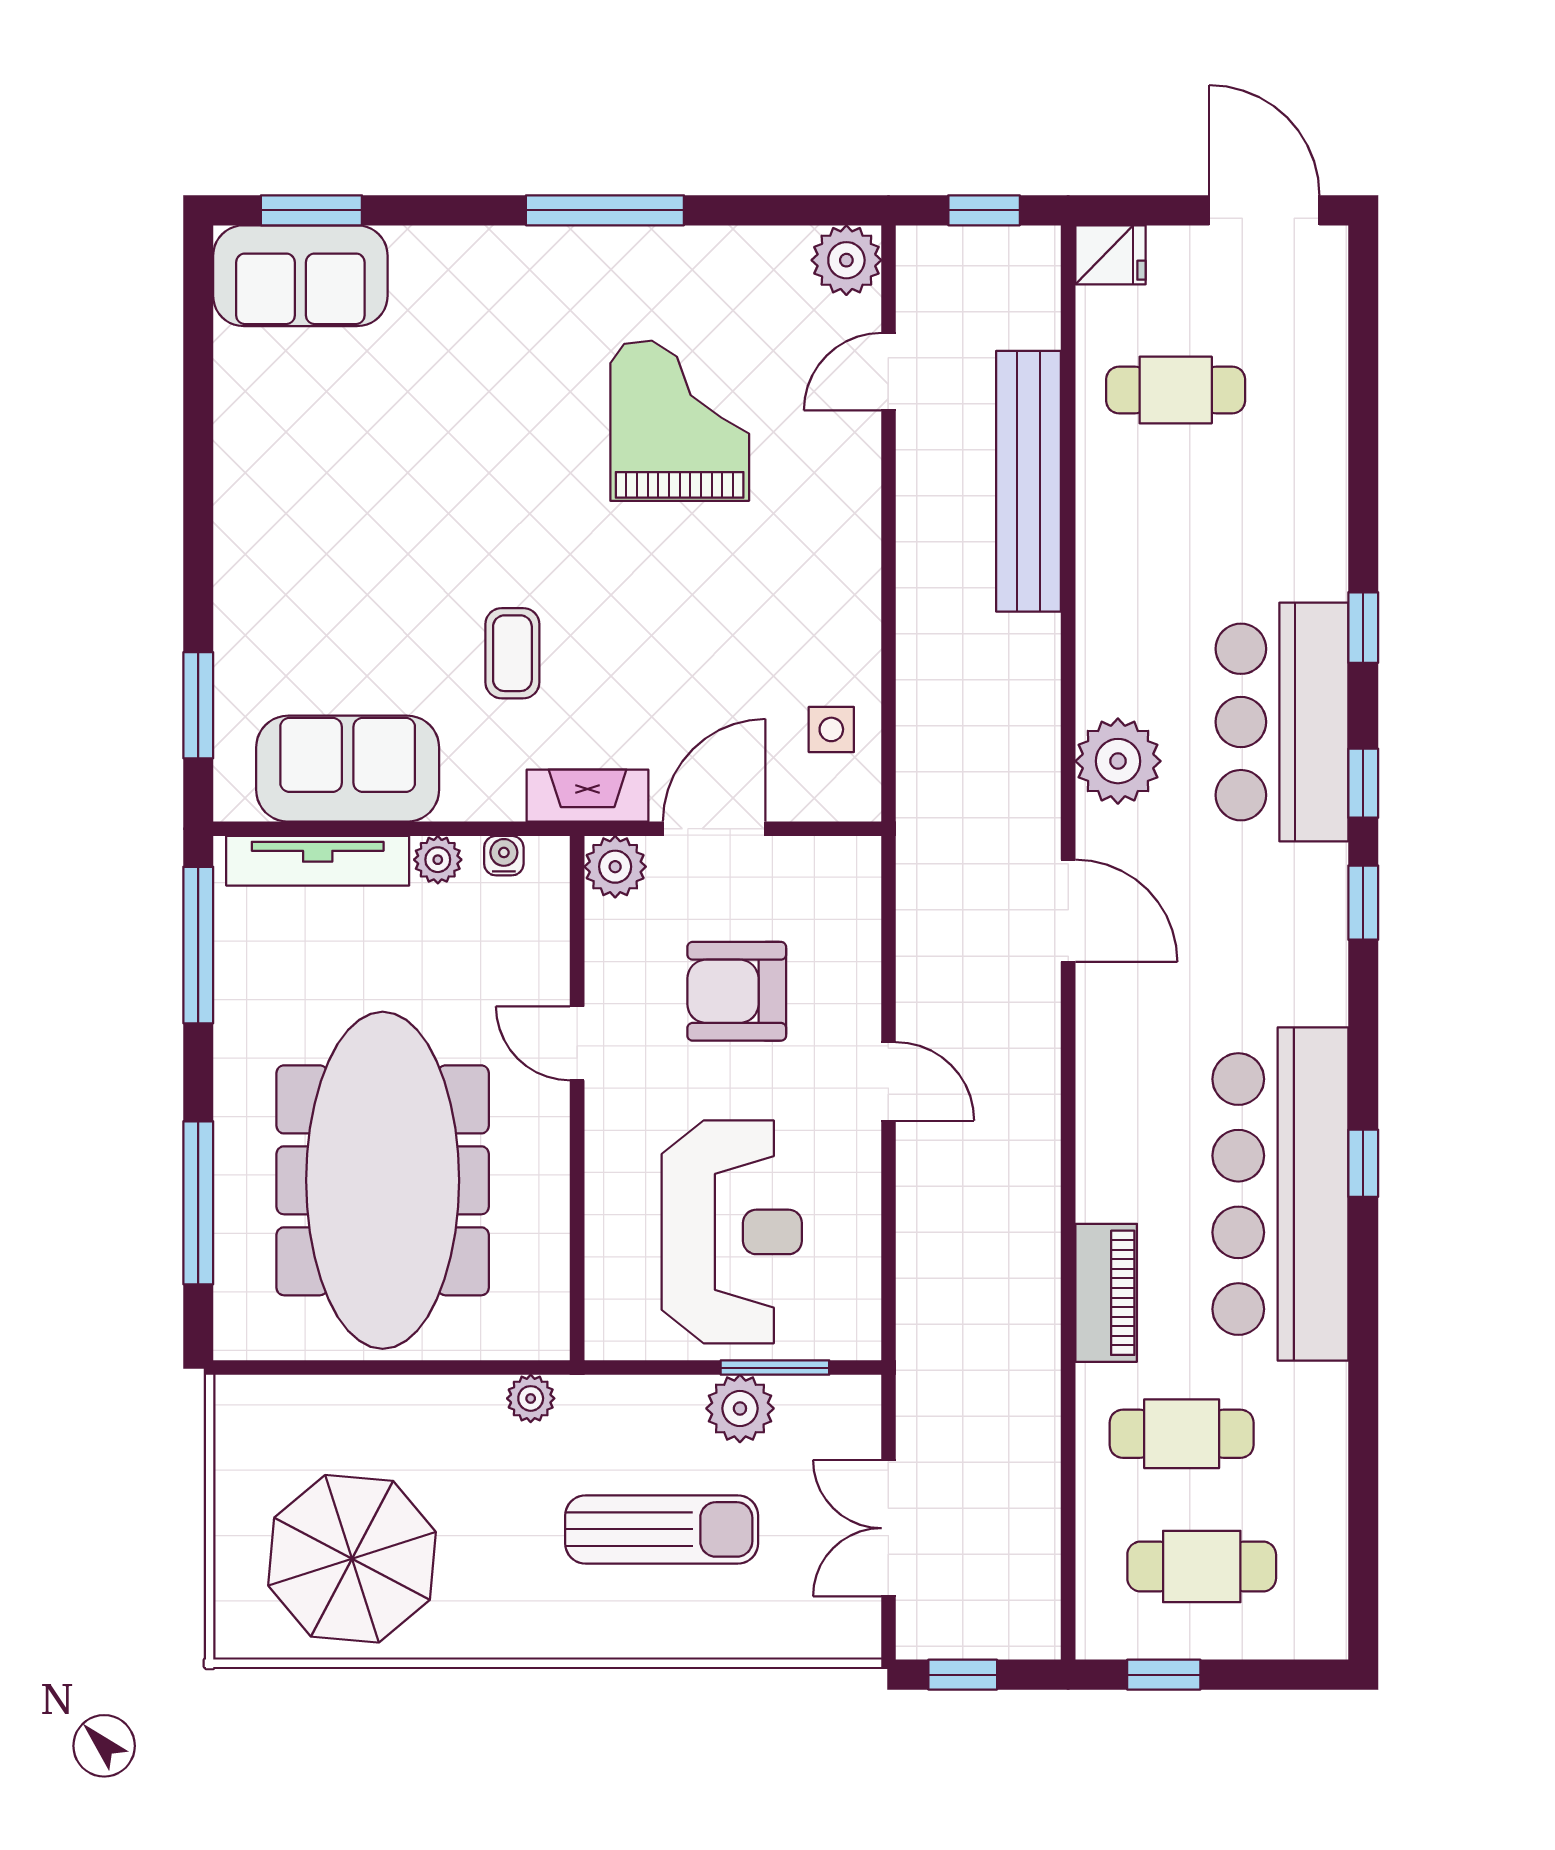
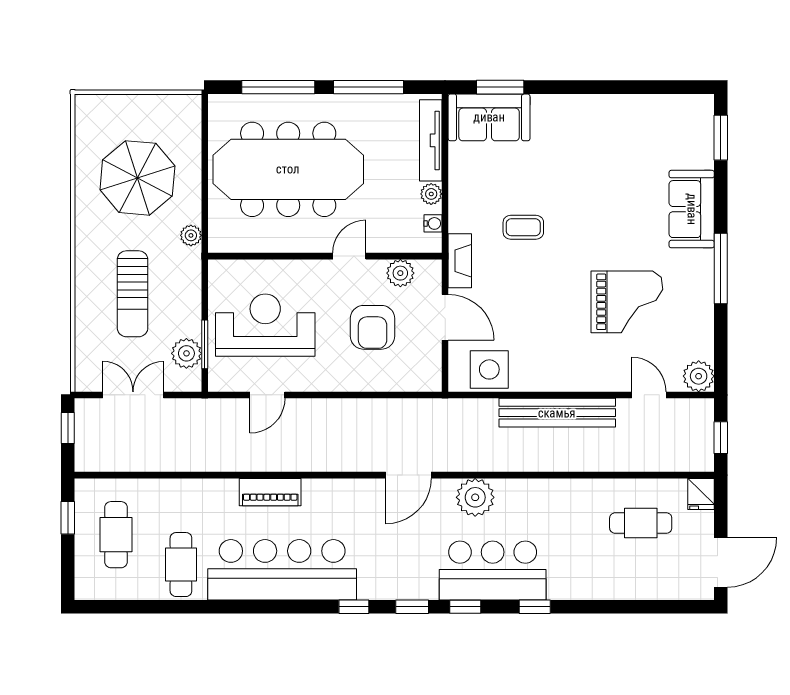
sofa: (300, 276) -> (692, 209), moved
cafe table: (1176, 390) -> (641, 523), turned 90
bench: (1028, 481) -> (557, 413), moved
side table: (831, 729) -> (489, 369), width x1.87, depth x1.87
sofa: (348, 769) -> (489, 117), moved, turned 90
plant: (615, 867) -> (400, 273), moved
window: (198, 945) -> (368, 87), moved
armchair: (737, 991) -> (373, 327), turned 180
door: (888, 1081) -> (267, 395), moved
window: (1363, 1163) -> (354, 607), moved
reception desk: (732, 1232) -> (265, 325), turned 180
piano: (1106, 1293) -> (270, 492), moved
plant: (740, 1408) -> (186, 353), moved
cafe table: (1182, 1434) -> (181, 565), moved
parasol: (352, 1559) -> (137, 178), moved

